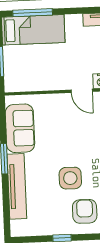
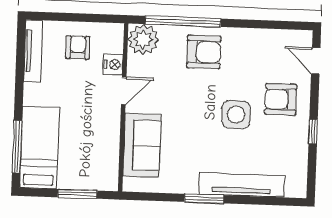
sofa: (20, 128) -> (142, 145), moved, turned 90

